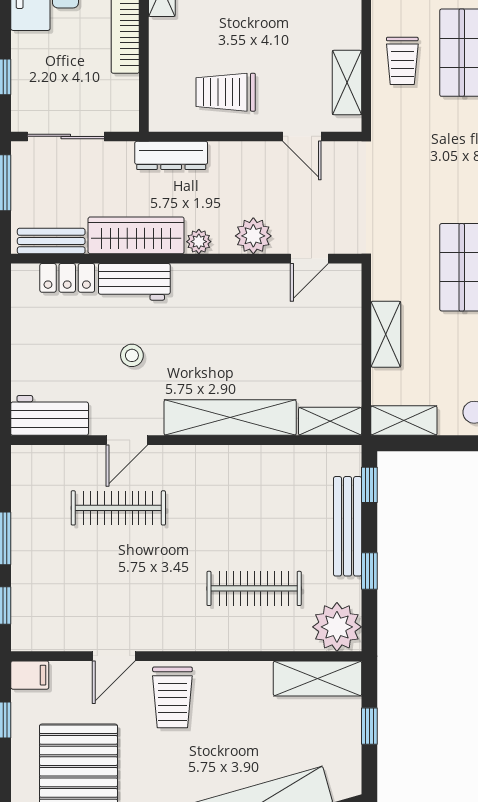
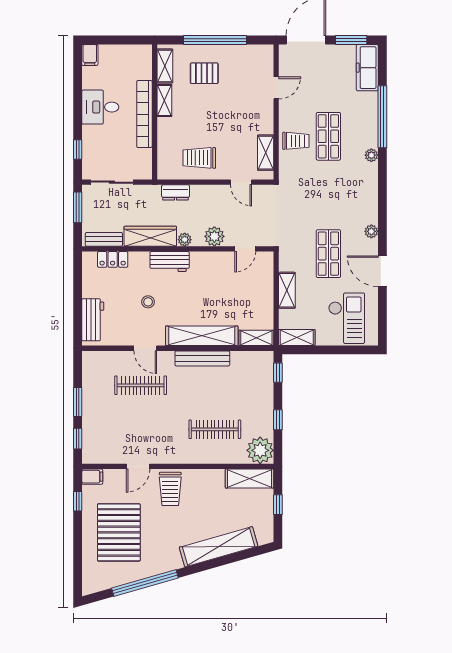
trolley: (402, 61) -> (296, 141), turned -90
dresser: (171, 155) -> (176, 192), width x0.70
workbench: (134, 282) -> (170, 262), moved
workbench: (50, 415) -> (93, 320), moved, turned 90
door: (127, 440) -> (145, 348), hinge flipped
bench: (348, 526) -> (202, 358), moved, turned 90

